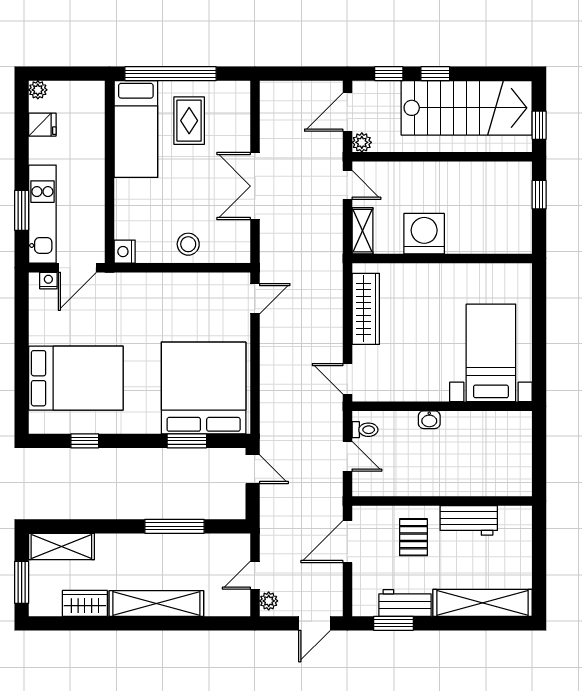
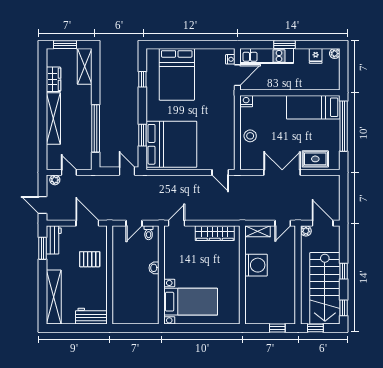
window: (389, 74) -> (344, 308), moved
rug: (189, 121) -> (315, 159), moved
window: (22, 210) -> (285, 45), moved
door: (77, 268) -> (237, 75), swing flipped
door: (253, 469) -> (127, 171), swing flipped
workbench: (469, 520) -> (91, 316), moved, turned 90
window: (174, 526) -> (96, 128), width x1.46
workbench: (405, 603) -> (54, 240), moved

